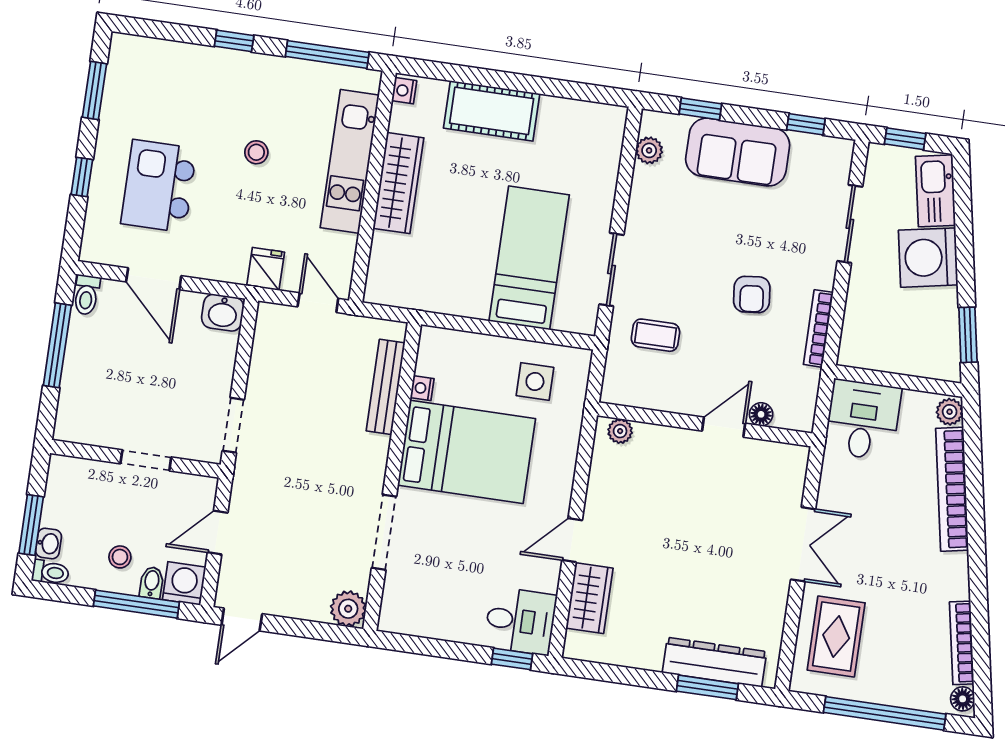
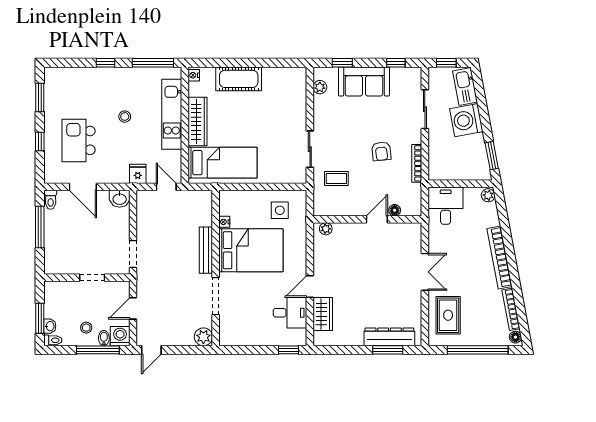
bed: (529, 258) -> (222, 163), moved, turned 90
bench: (386, 387) -> (206, 250), moved
bookcase: (952, 489) -> (500, 257), moved
desk: (520, 621) -> (290, 313), moved

